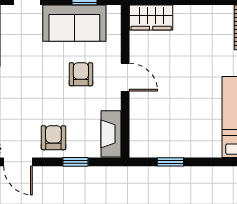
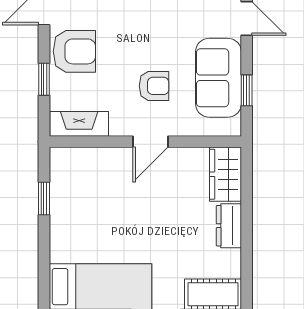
dresser: (192, 15) -> (229, 226), added
armchair: (53, 138) -> (74, 51), width x1.38, depth x1.38

